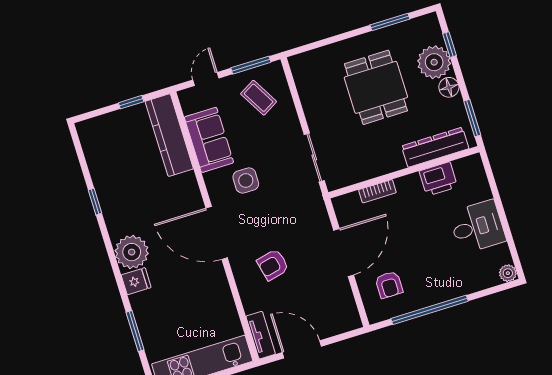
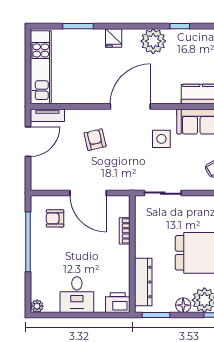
printer: (438, 179) -> (118, 303), moved, turned 90
plant: (132, 252) -> (153, 41), moved

